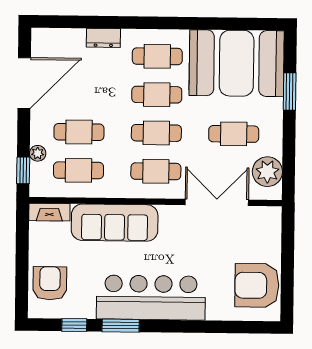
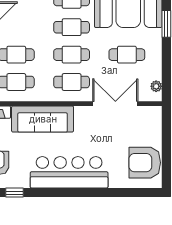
plant: (267, 172) -> (156, 86), width x0.53, depth x0.53
window: (121, 326) -> (48, 193), removed

